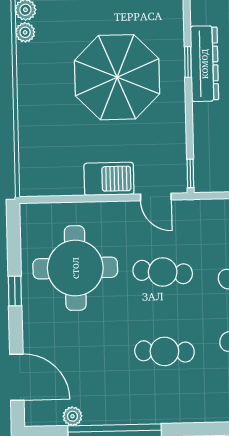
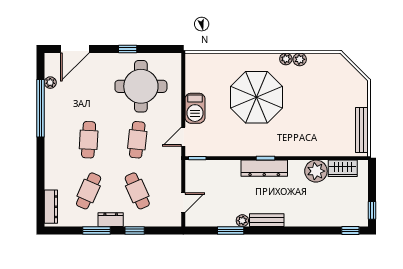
parasol: (117, 77) -> (256, 97), moved

